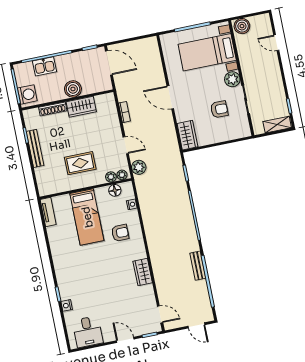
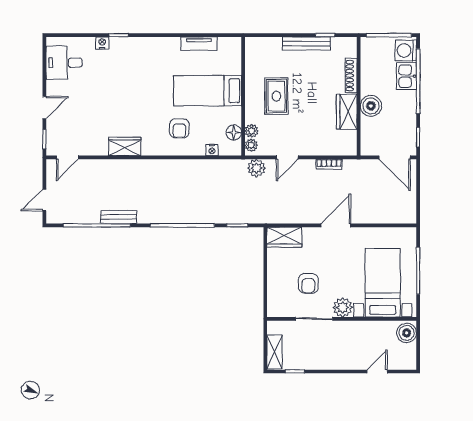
door: (109, 63) -> (395, 157), hinge flipped
washing machine: (27, 94) -> (406, 50), moved, turned 90
tv unit: (48, 212) -> (199, 44), moved

